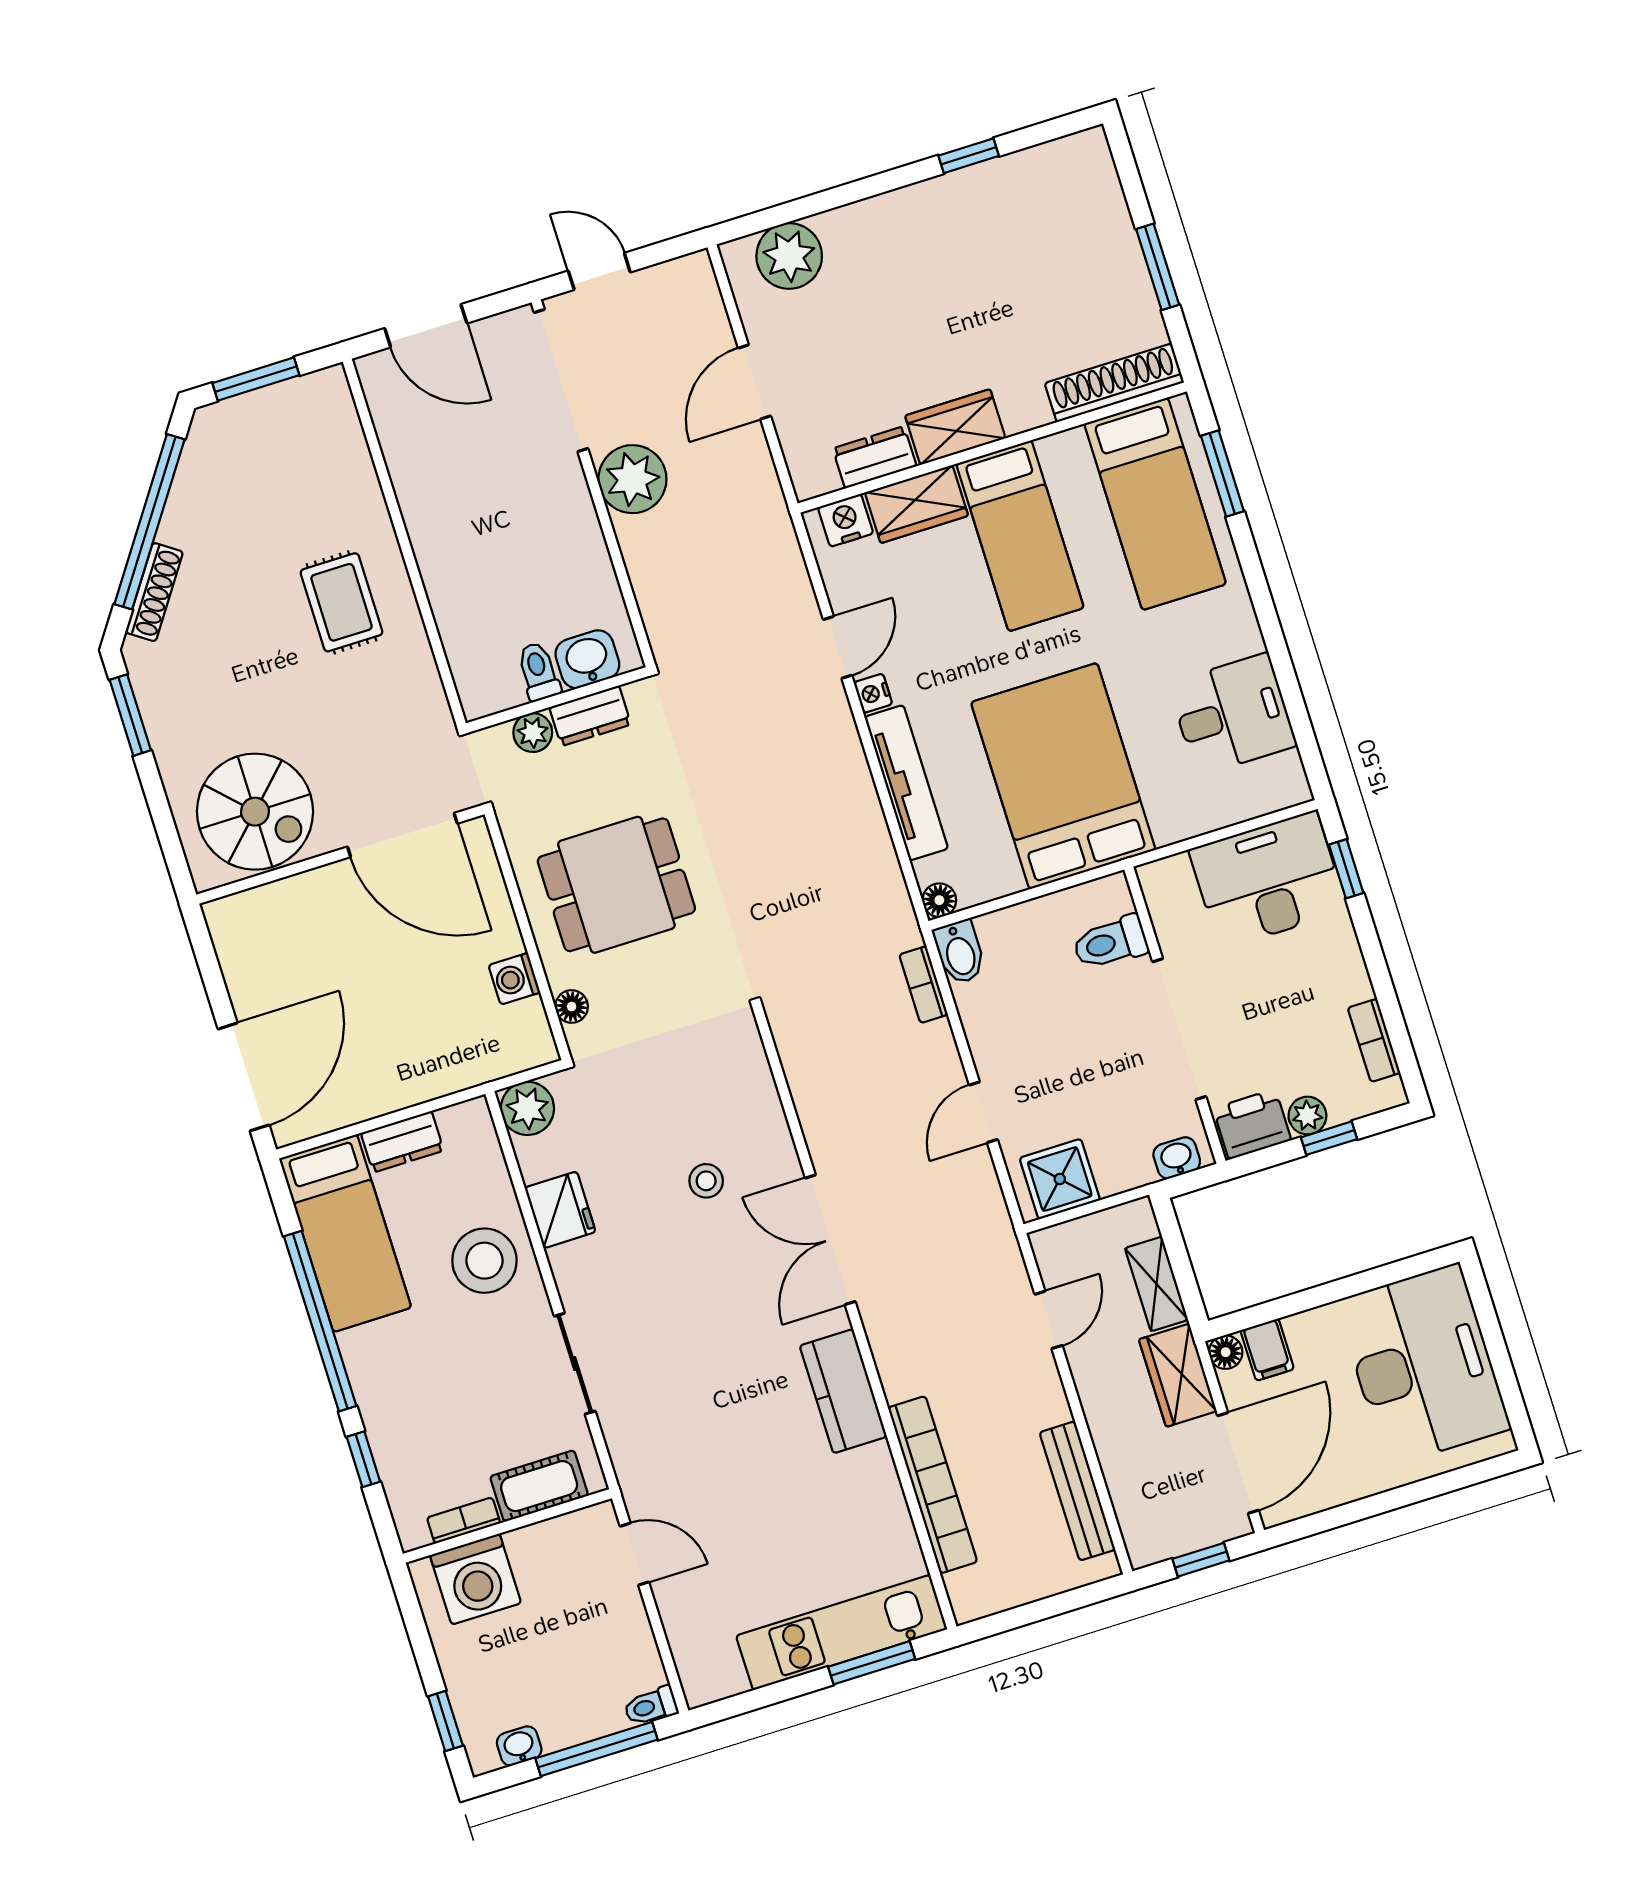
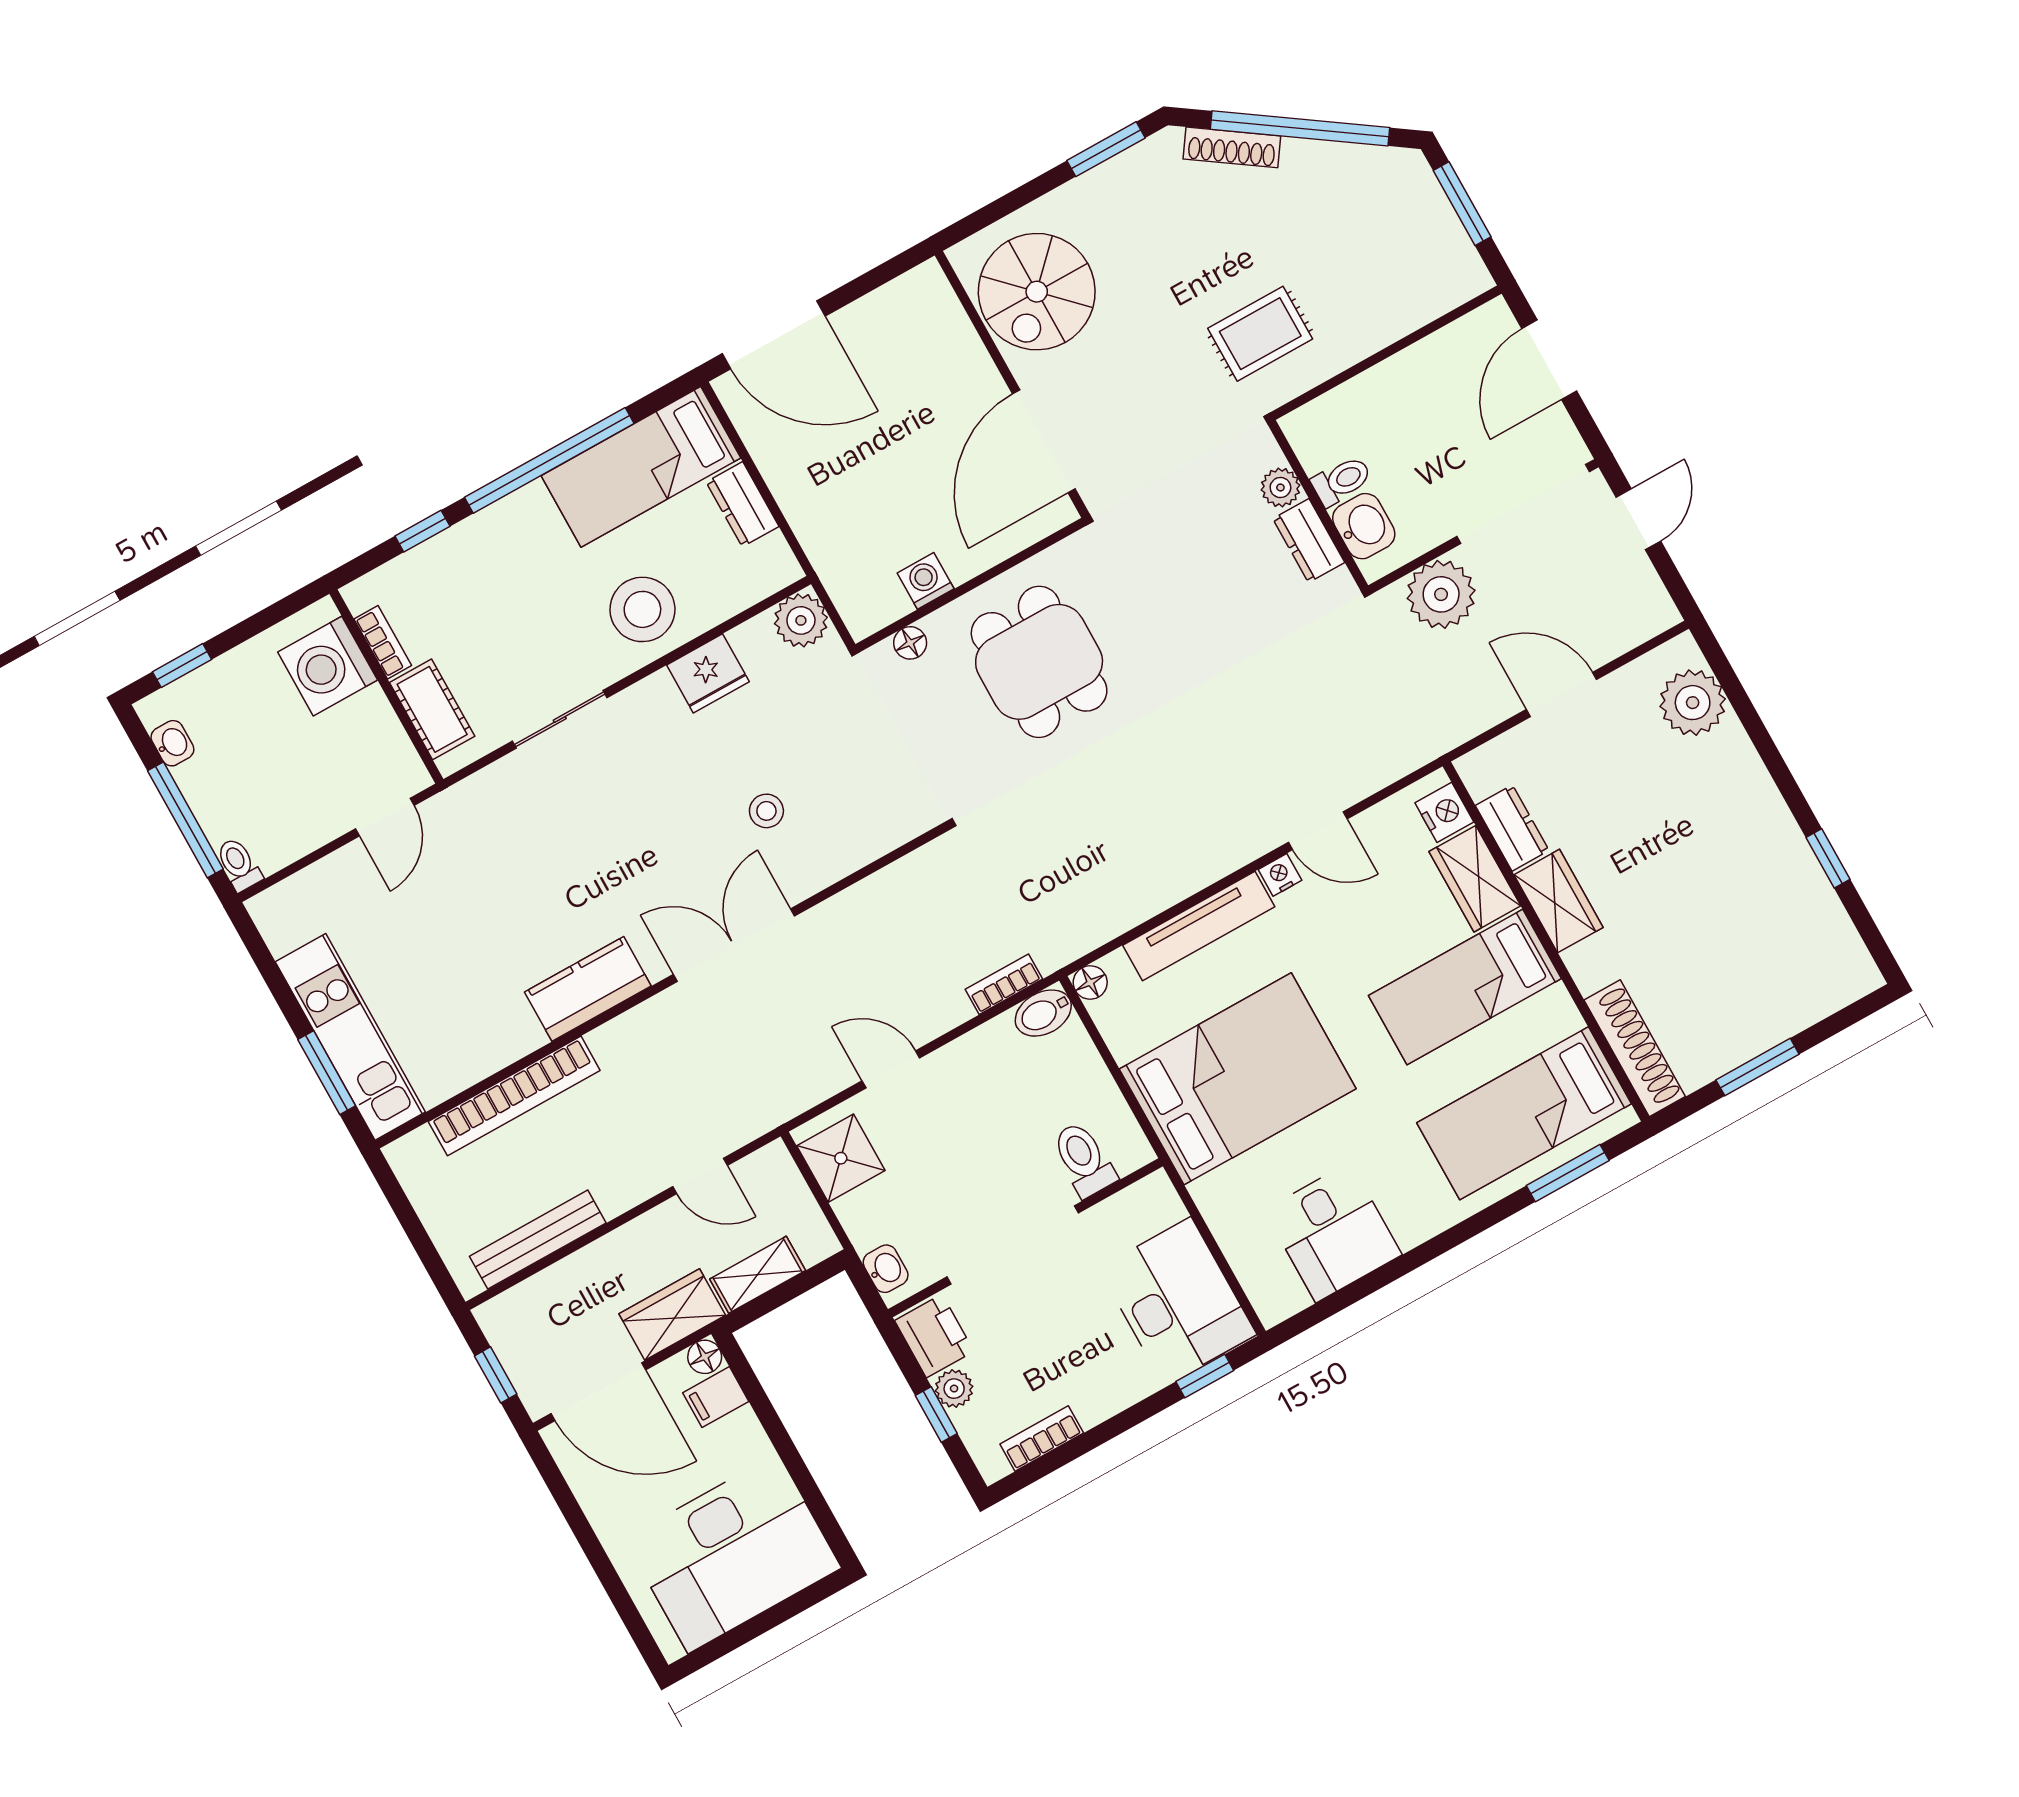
washbasin: (587, 659) -> (1364, 526), moved
toilet: (539, 672) -> (1342, 481), moved
wall: (557, 700) -> (1318, 505), moved
dresser: (590, 716) -> (1309, 541), moved
plant: (533, 733) -> (1280, 488), moved

